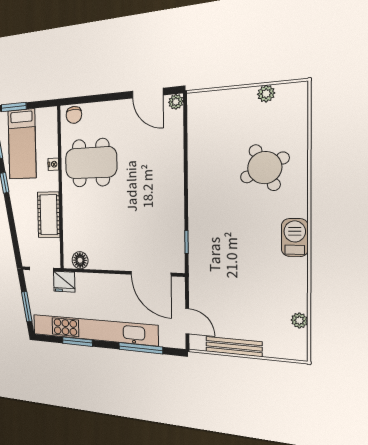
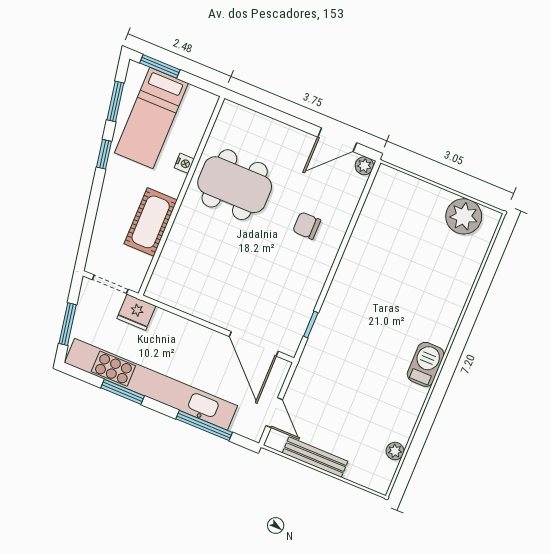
door: (148, 93) -> (337, 140), hinge flipped
plant: (266, 94) -> (464, 216), width x1.88, depth x1.88
chair: (74, 115) -> (307, 226), moved, turned 90
round table: (265, 168) -> (426, 280), removed
floor lamp: (80, 260) -> (170, 294), removed

